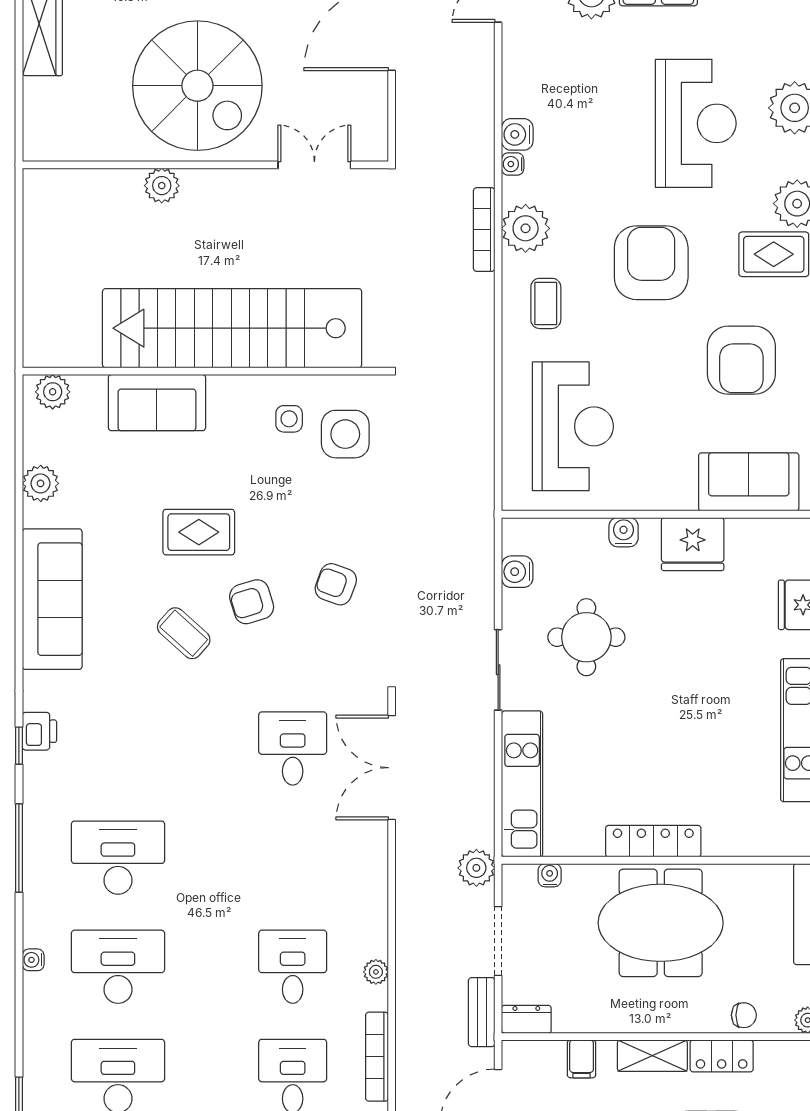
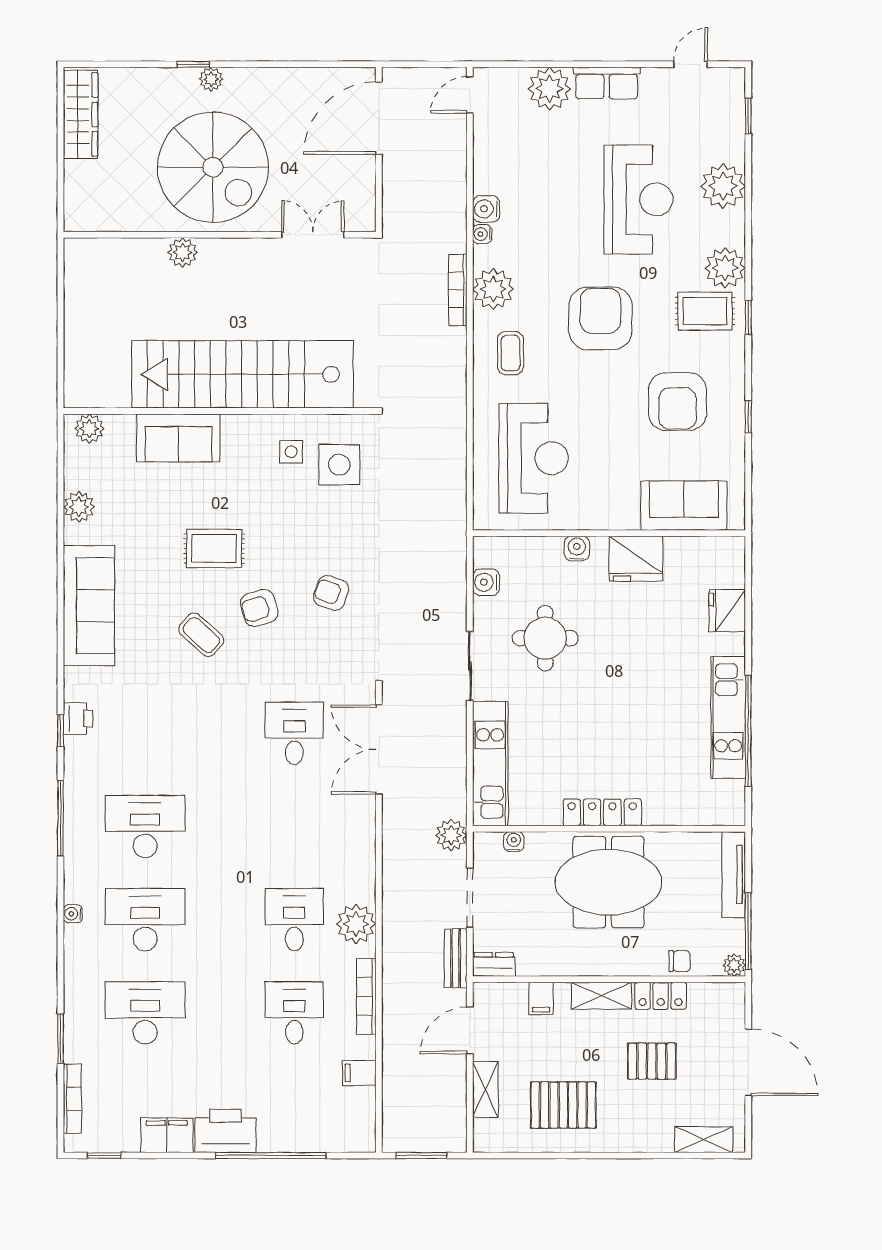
plant: (376, 972) -> (356, 924), width x1.88, depth x1.88

